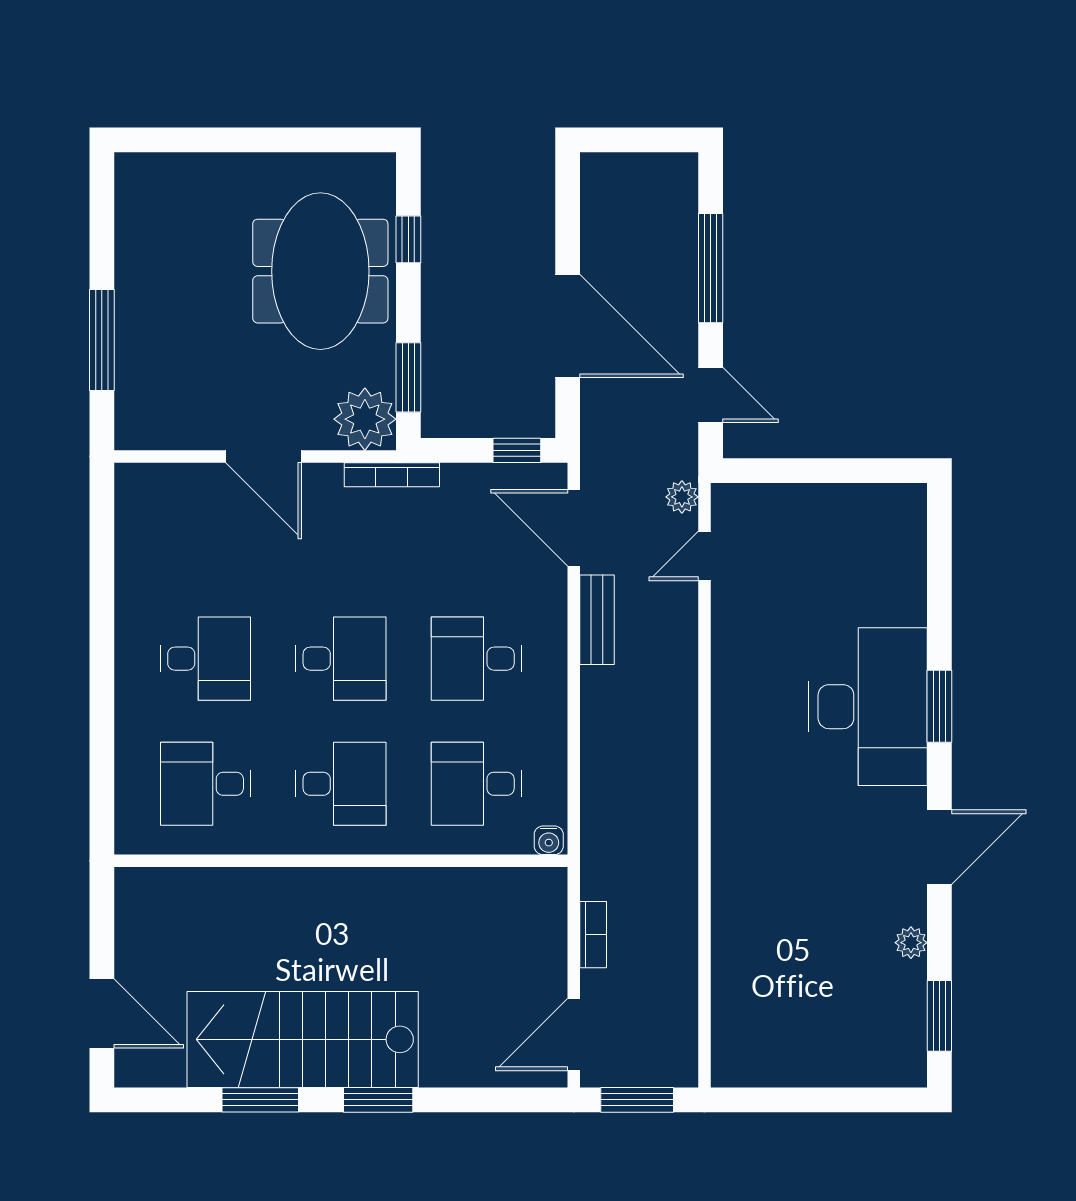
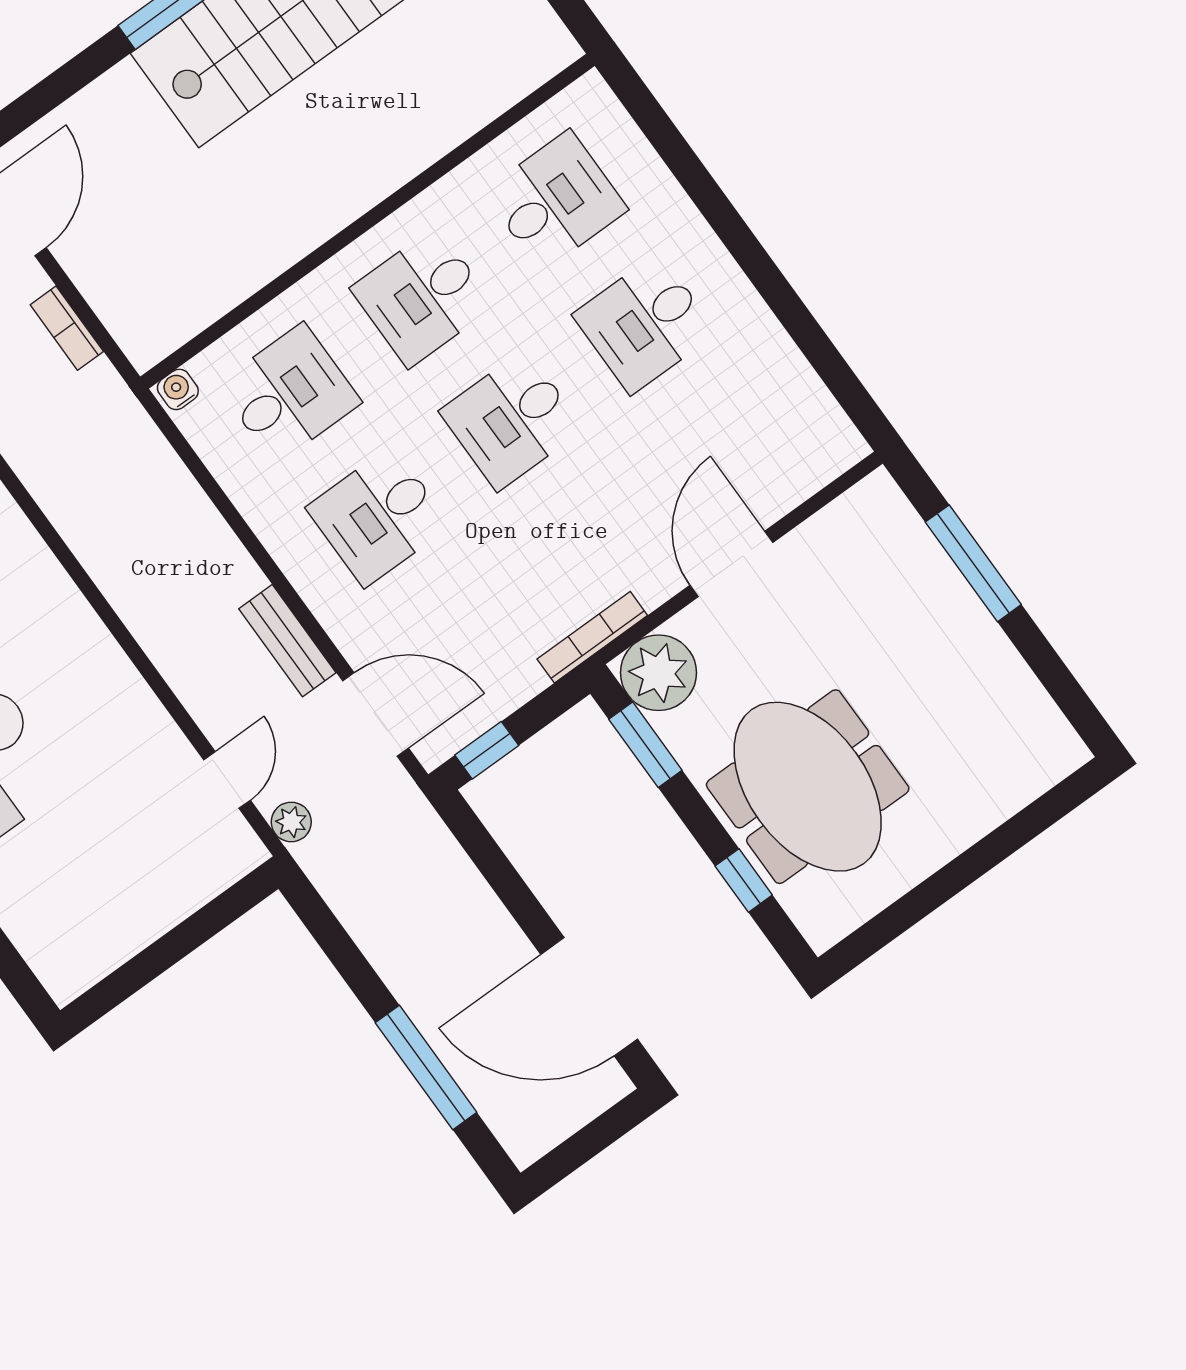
door: (568, 326) -> (589, 997), moved
door: (711, 395) -> (336, 943), removed
door: (264, 456) -> (731, 564), hinge flipped
desk: (476, 659) -> (378, 517), turned 180

